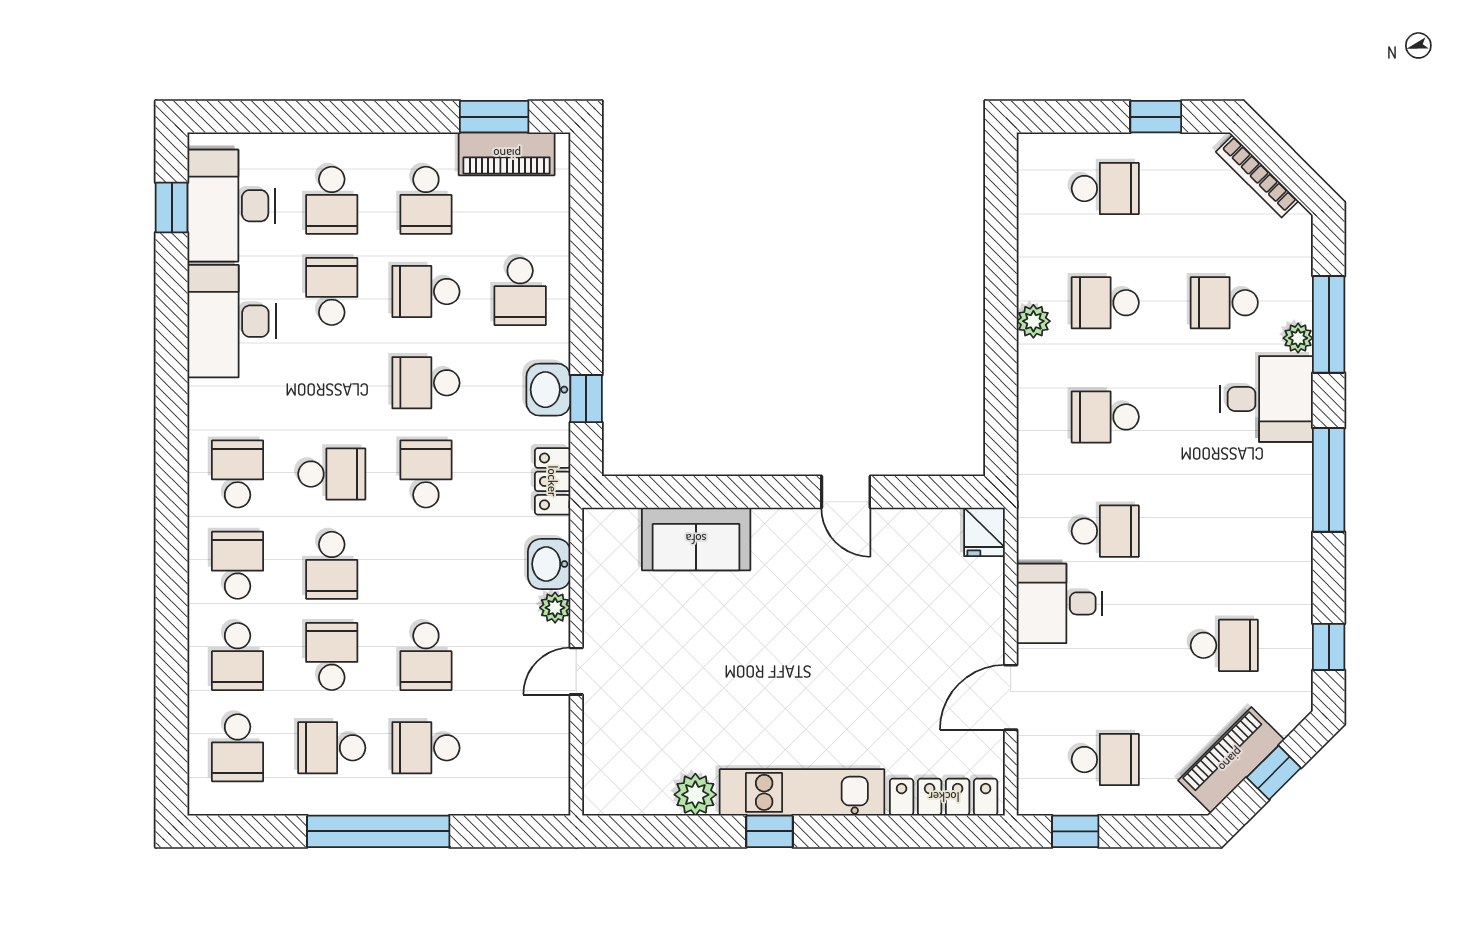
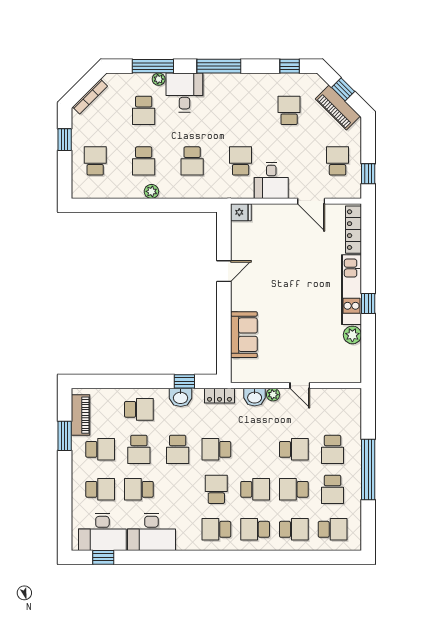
window: (494, 117) -> (65, 436), moved

